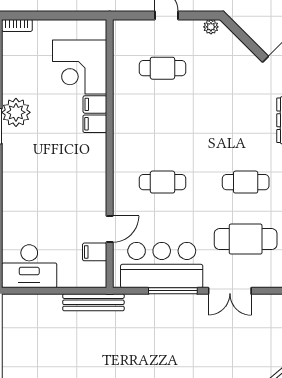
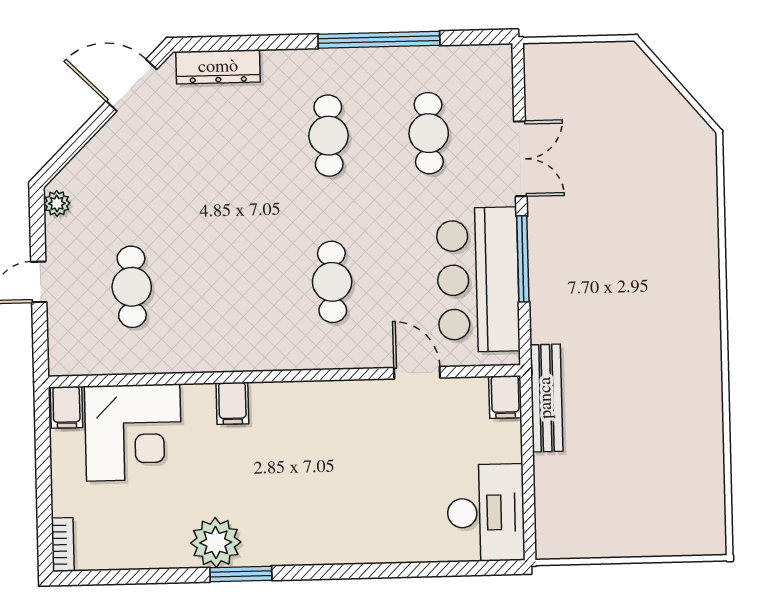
filing cabinet: (95, 104) -> (66, 407), moved
cafe table: (246, 239) -> (429, 133), width x0.73, depth x0.74
filing cabinet: (95, 252) -> (505, 397), moved

